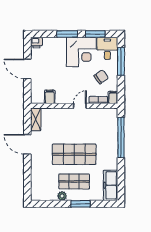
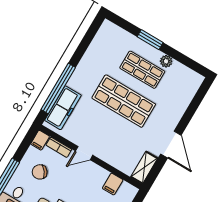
freezer: (111, 185) -> (63, 108), moved

